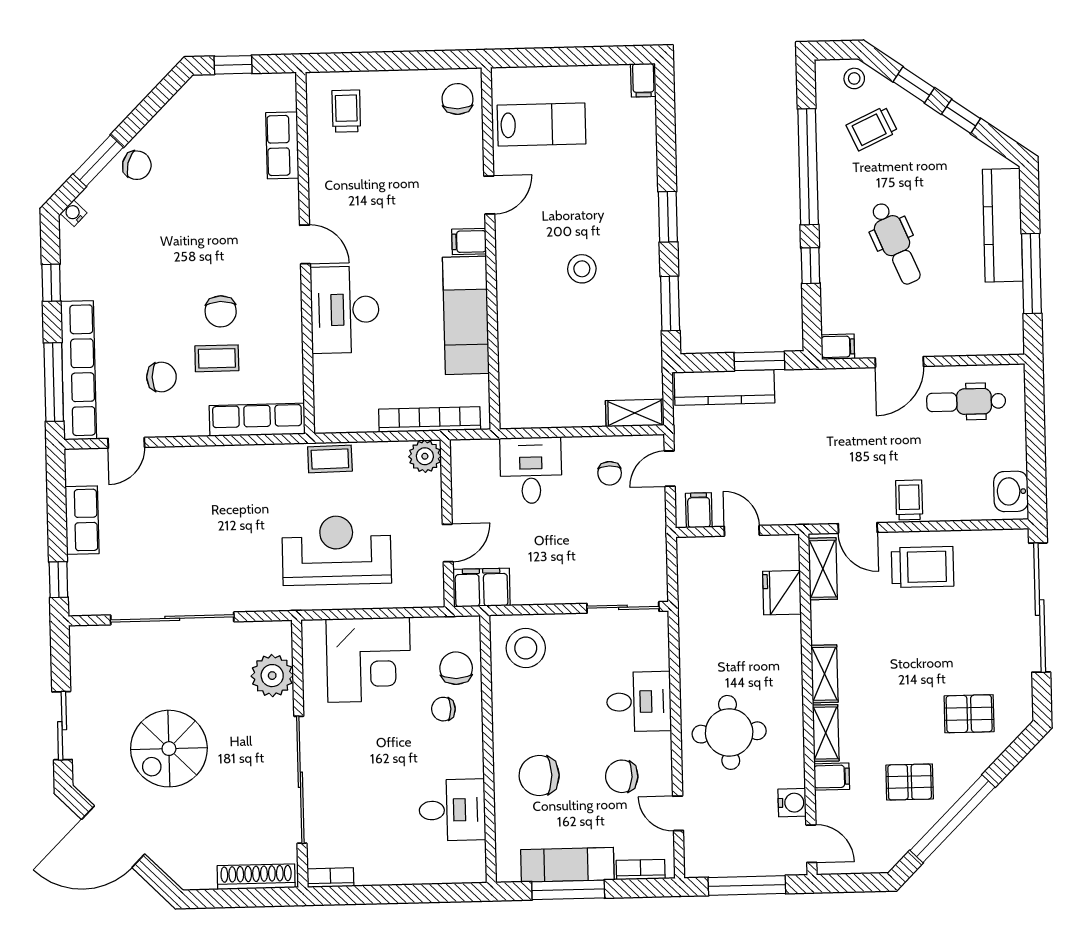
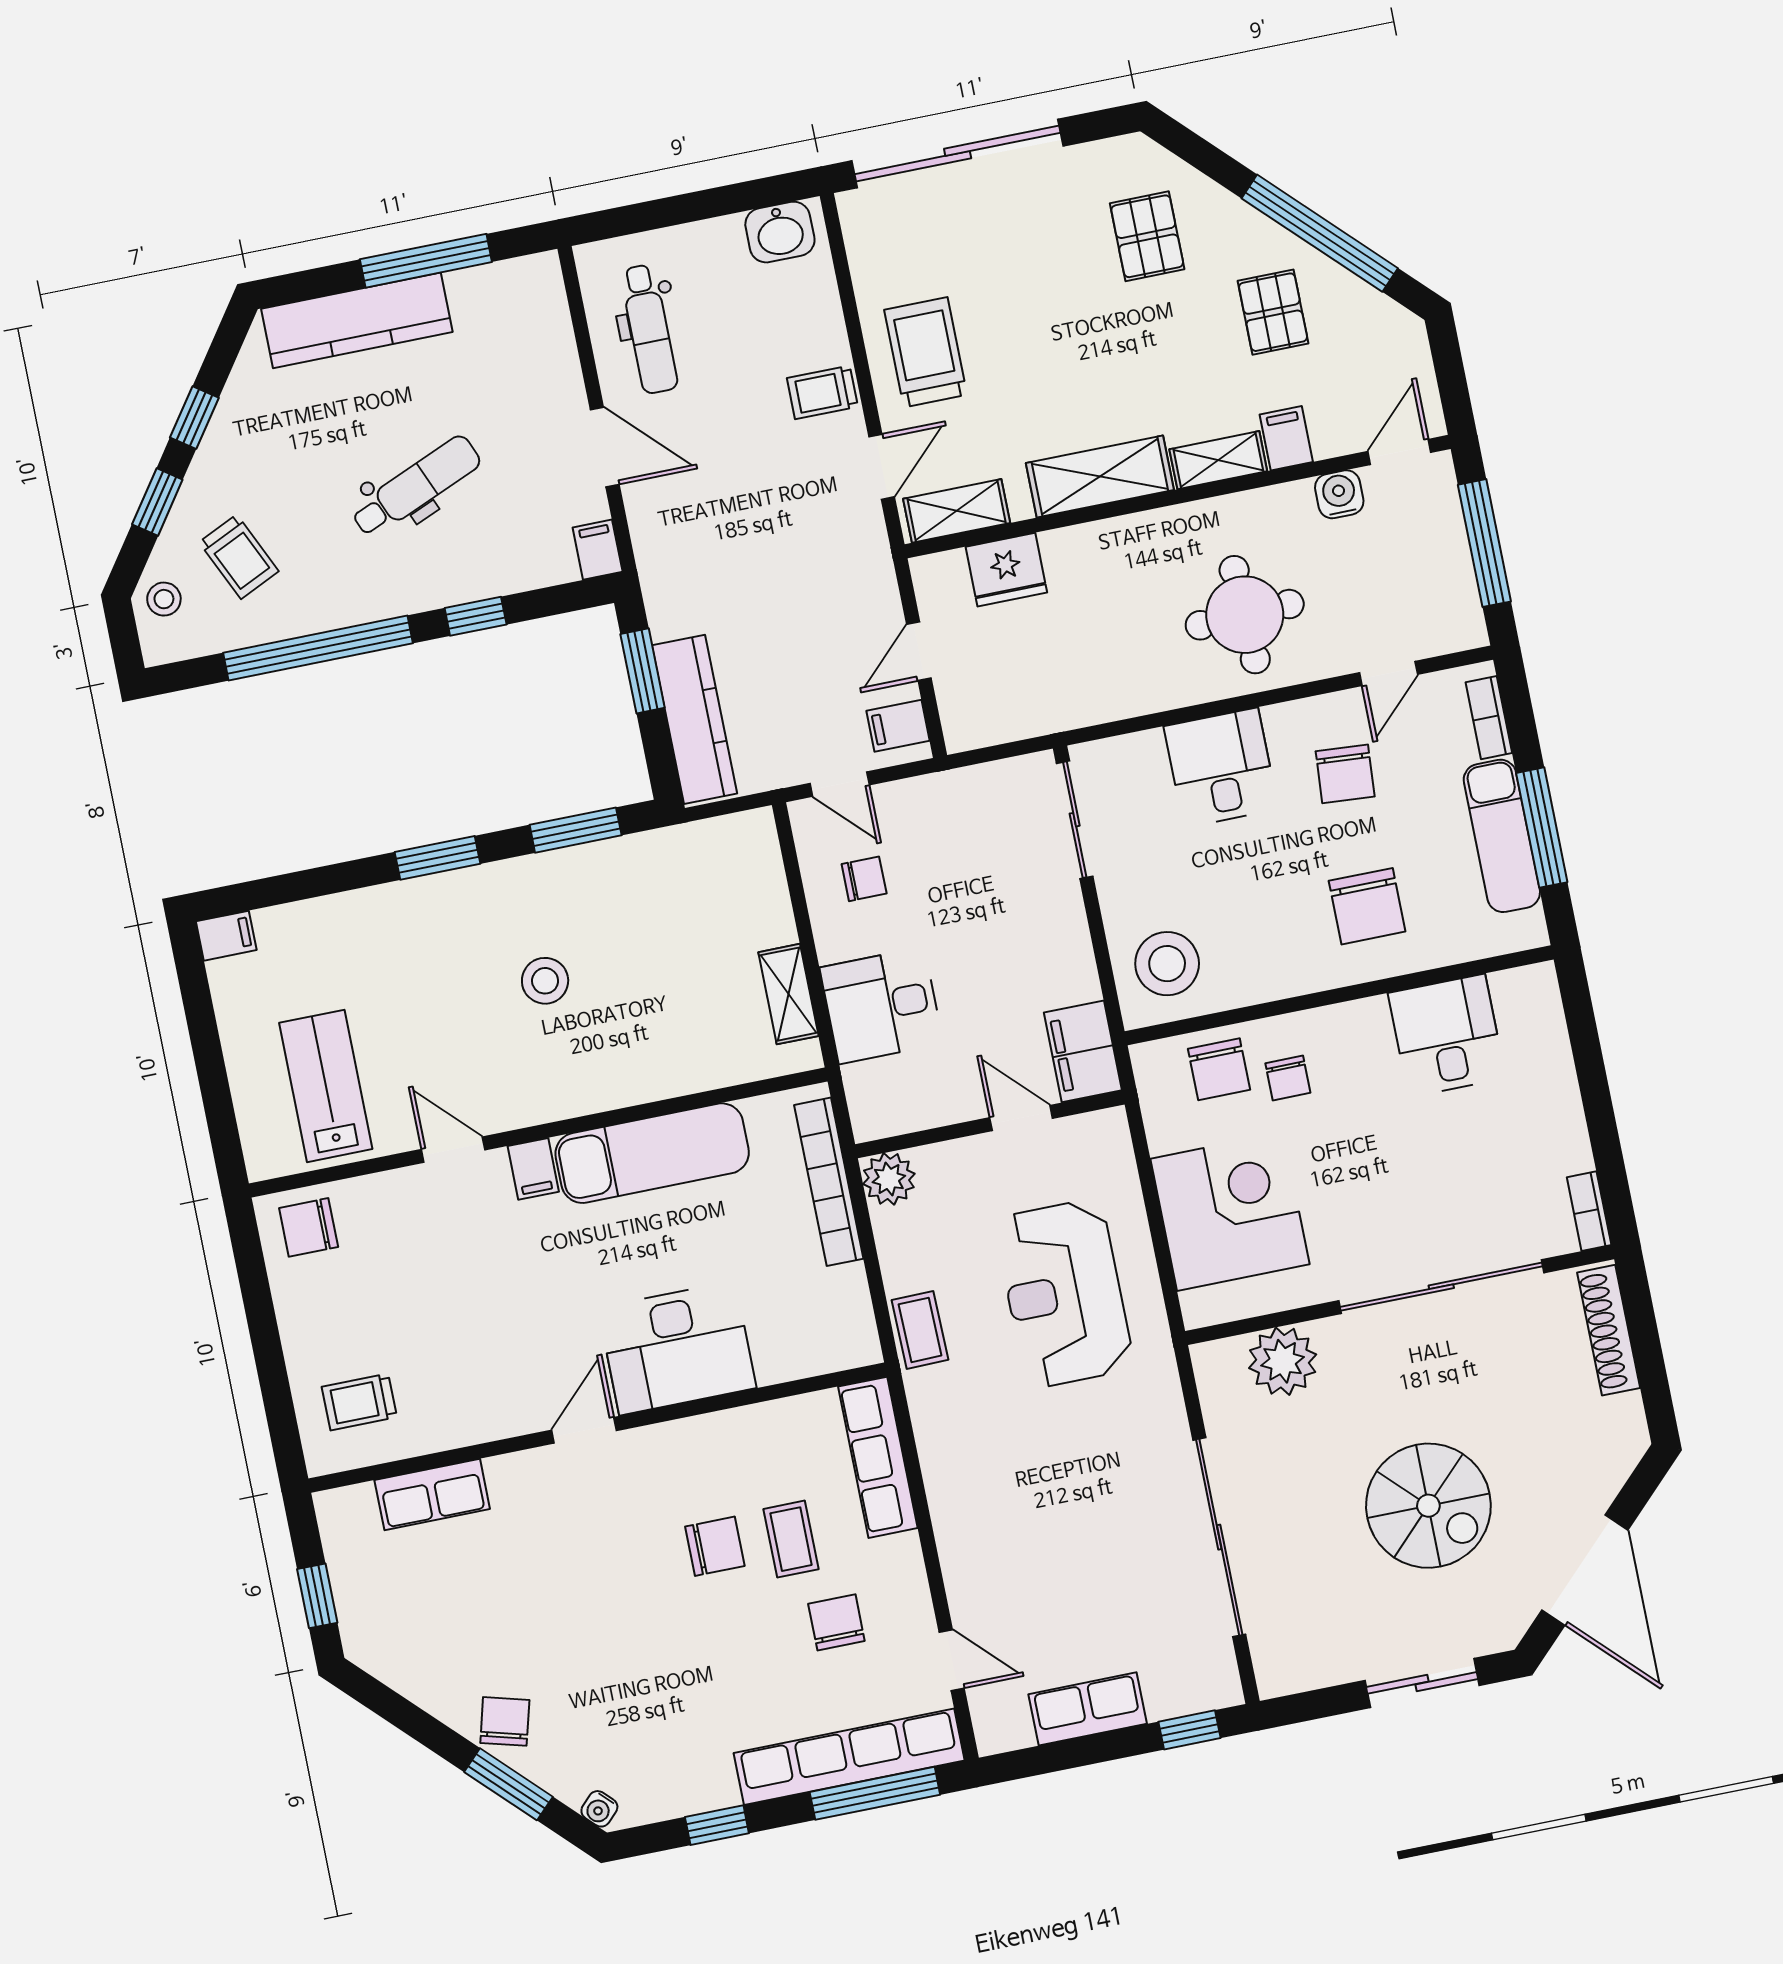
shelving: (635, 413) -> (788, 994), moved
chair: (456, 668) -> (1219, 1069), turned -90
shelving: (824, 674) -> (1100, 476), width x1.50, depth x1.33

